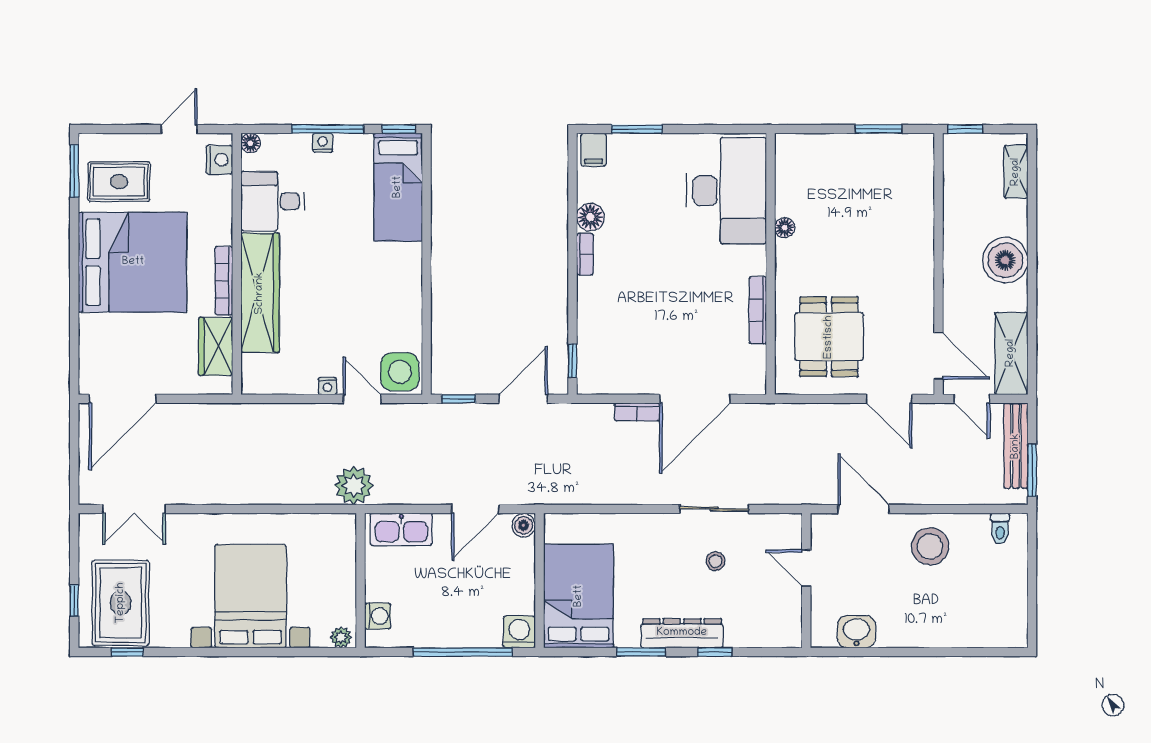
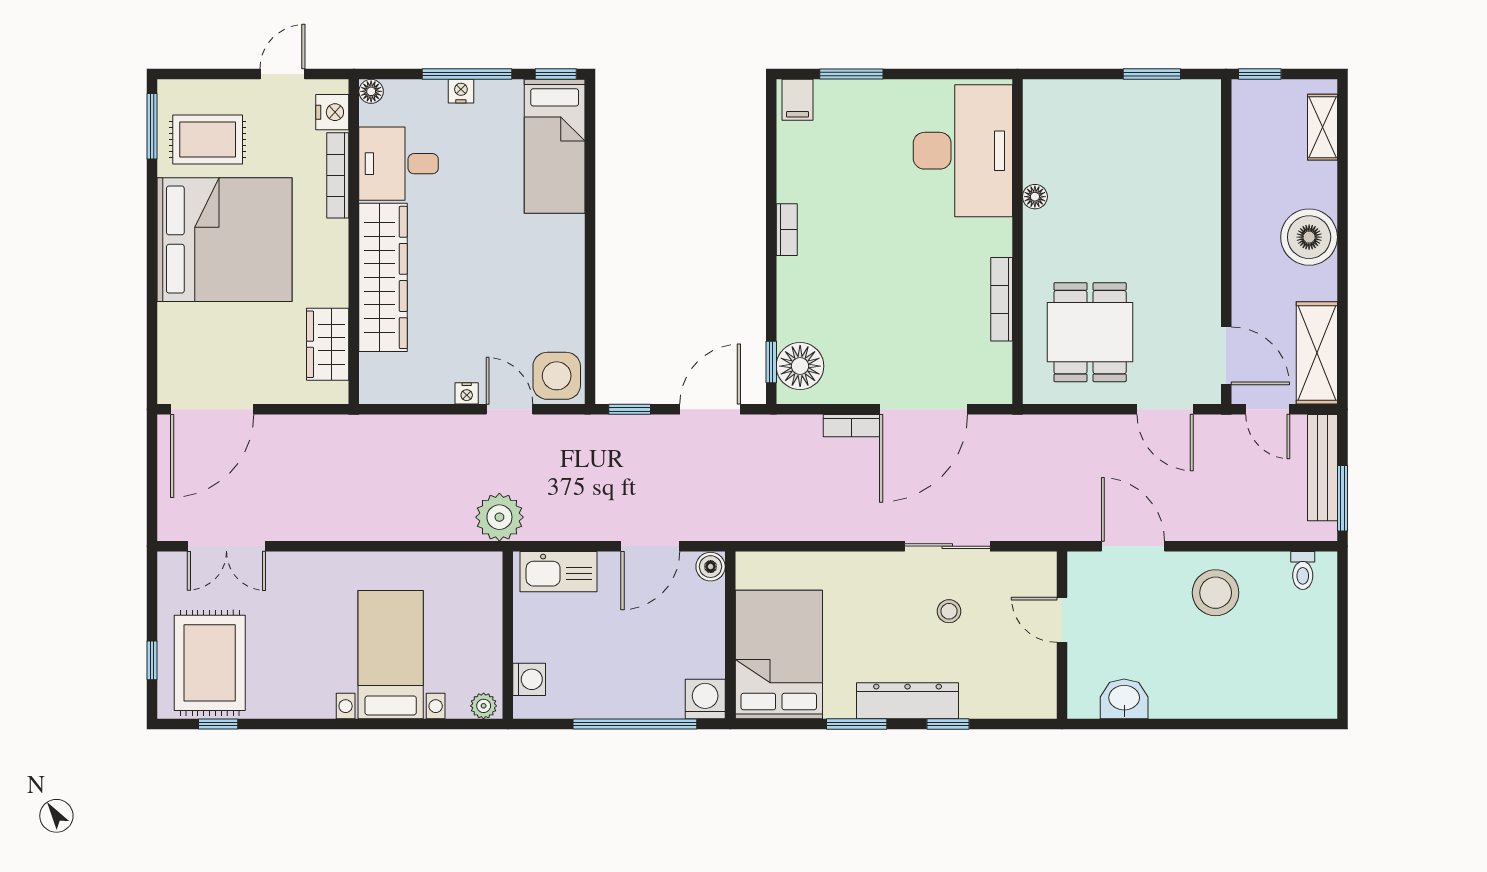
floor lamp: (590, 217) -> (800, 366), moved, width x1.38, depth x1.38
bookcase: (224, 281) -> (338, 175), moved
bed with nightstands: (250, 596) -> (391, 655), width x0.73

